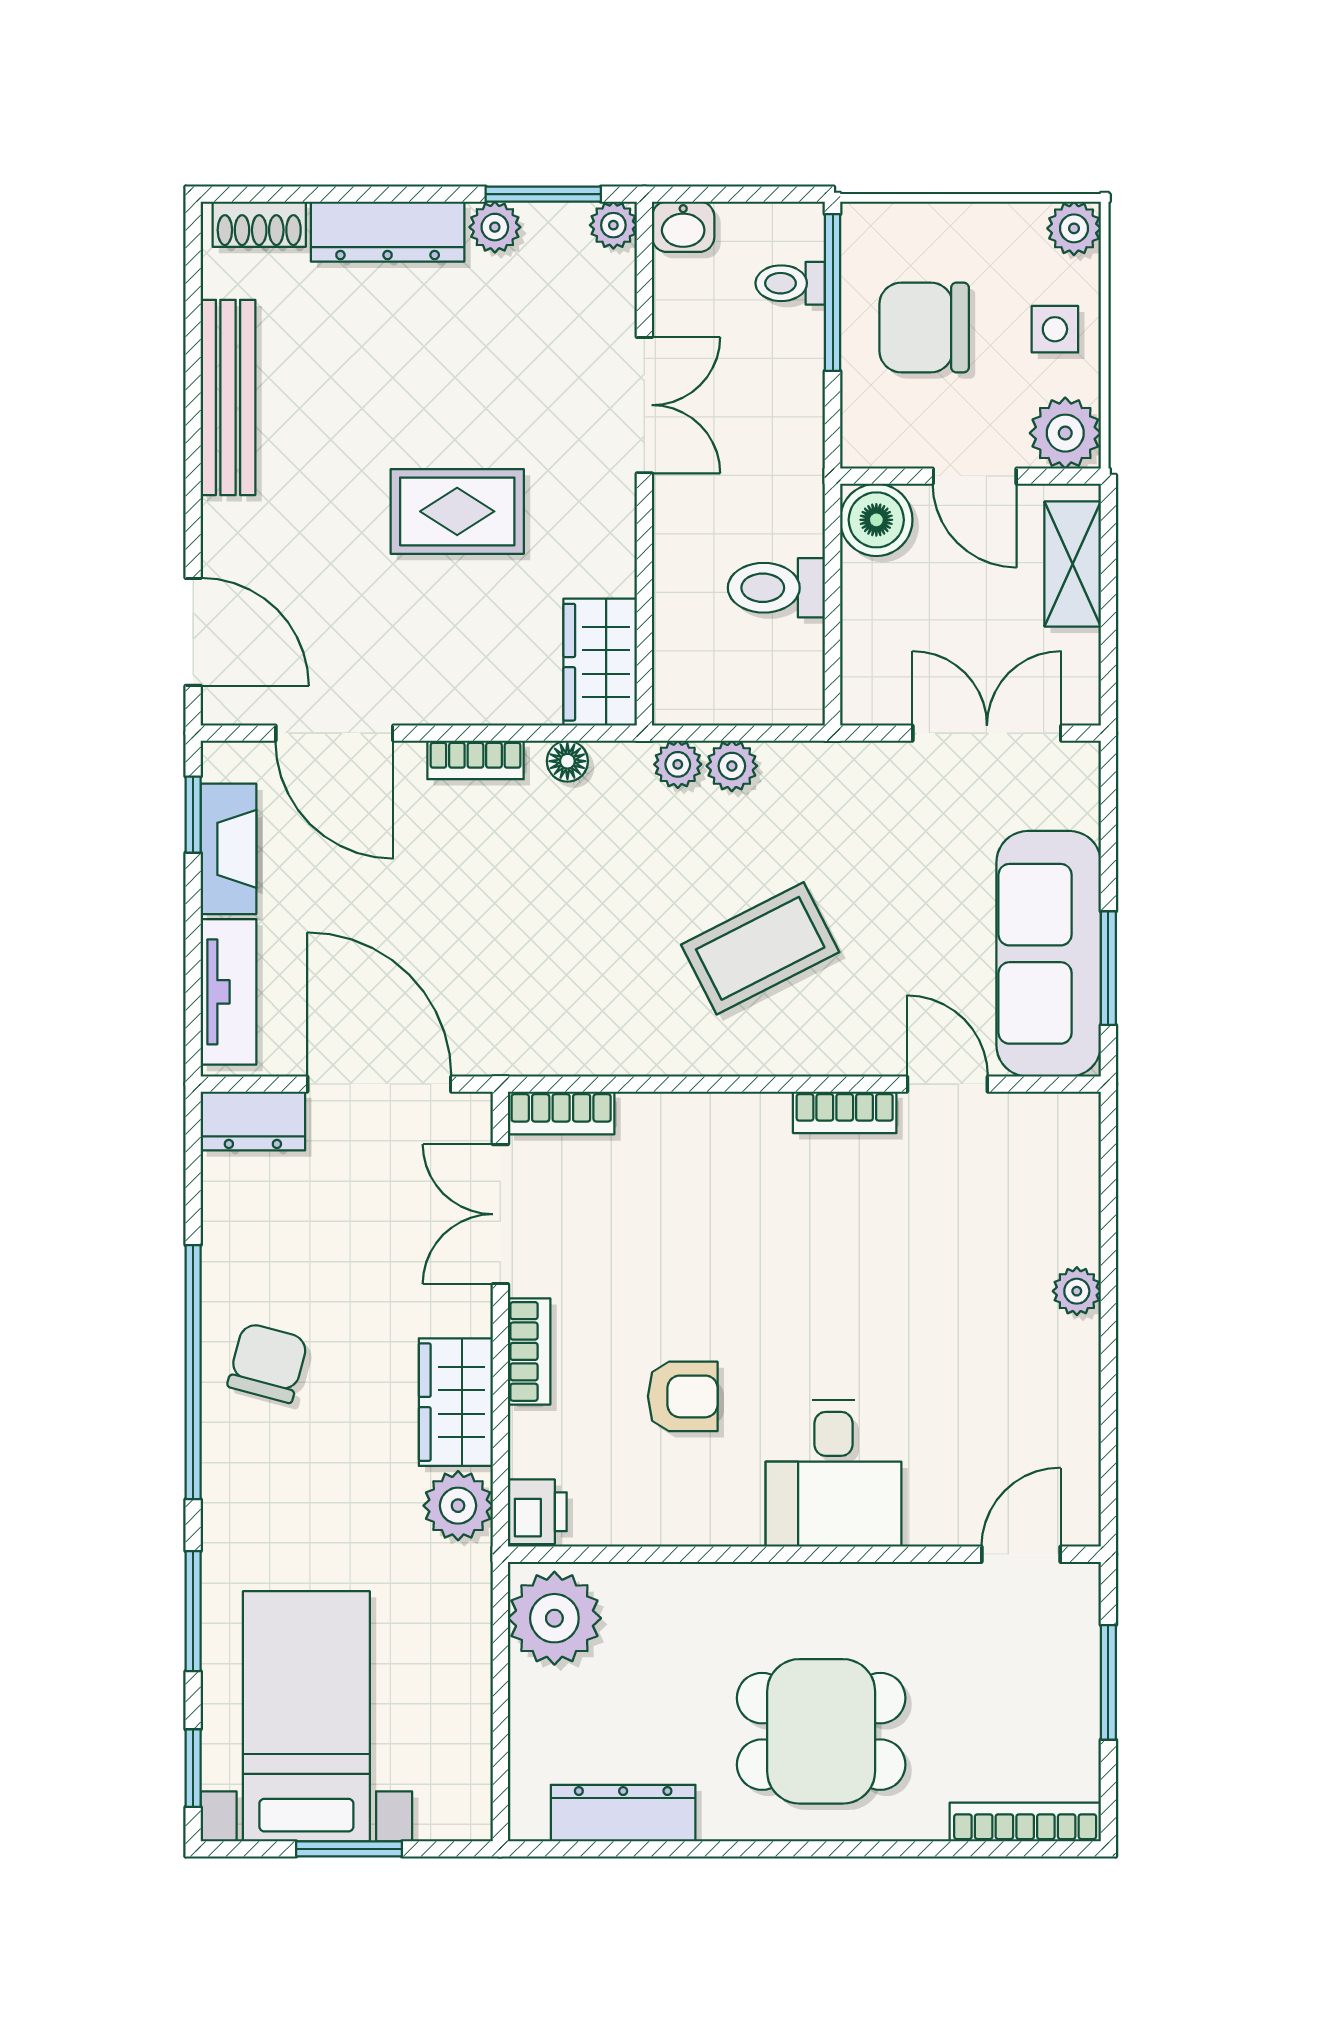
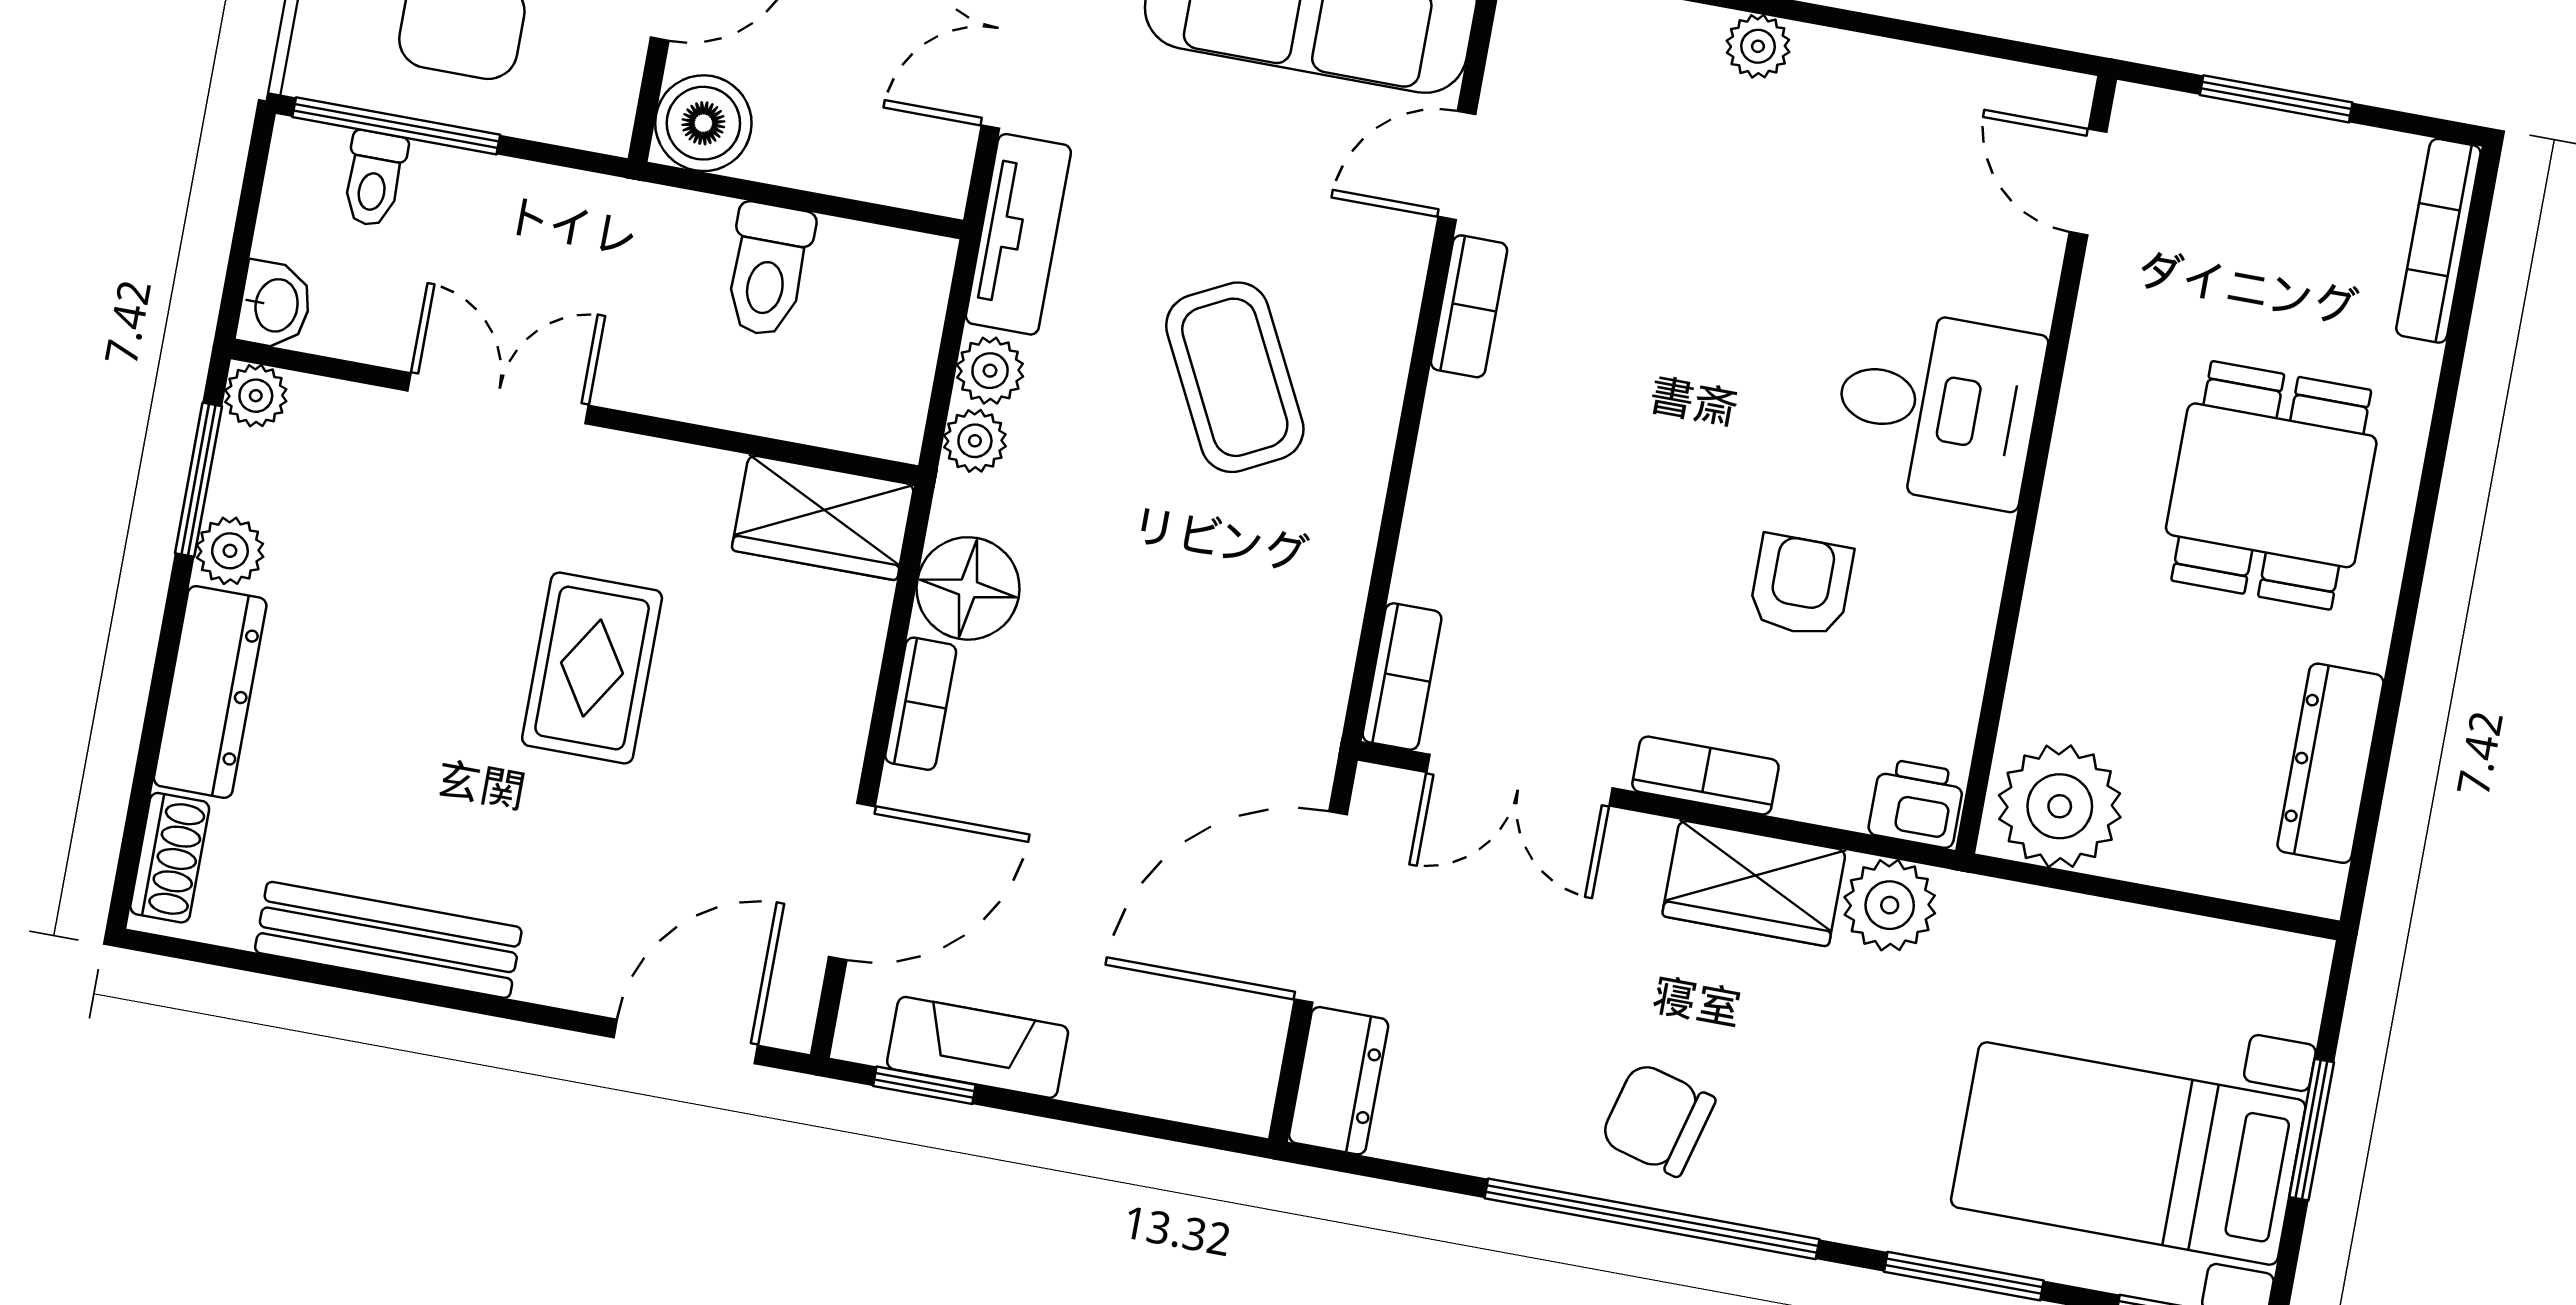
floor lamp: (567, 761) -> (968, 588), width x1.89, depth x1.89
tv unit: (228, 992) -> (1018, 234), moved, turned 90

